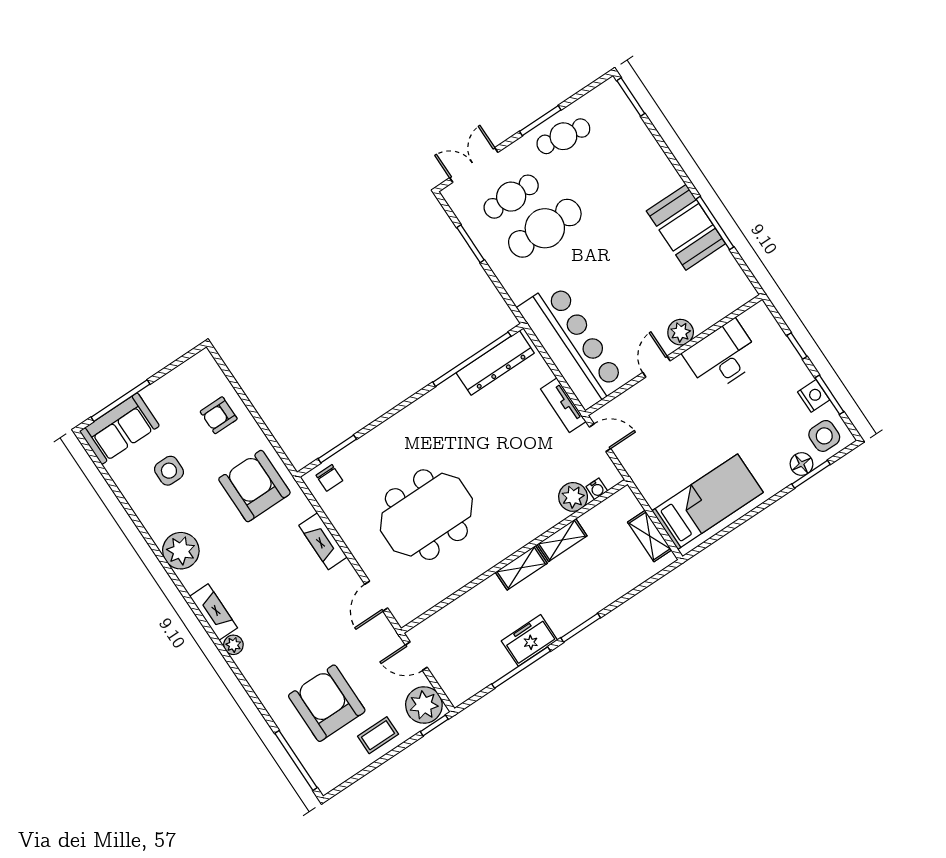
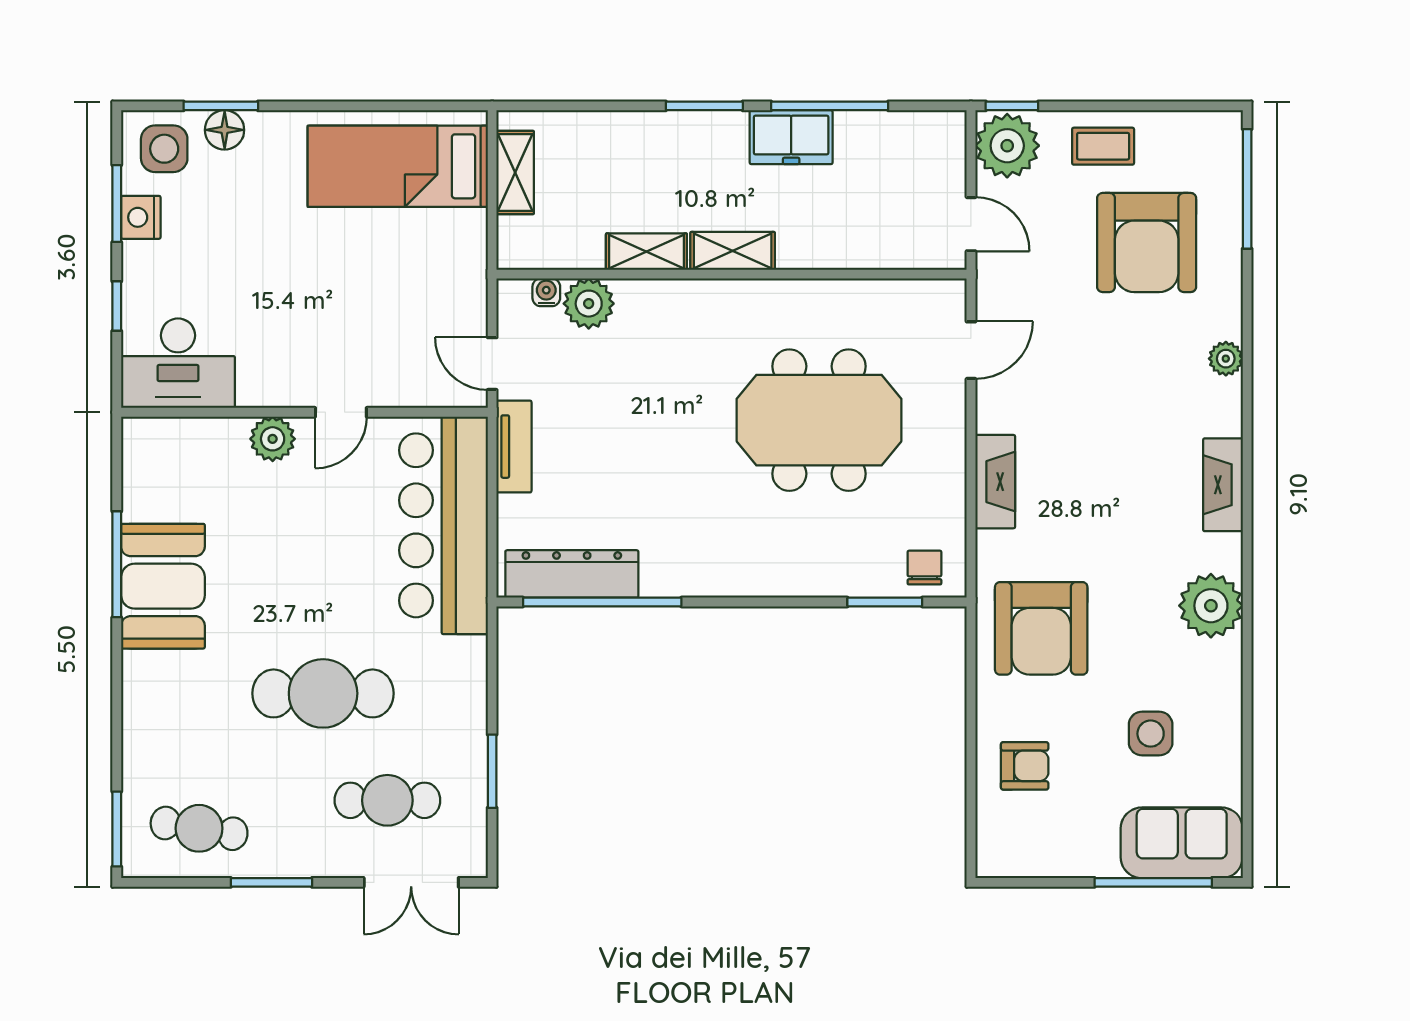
cafe table: (563, 136) -> (199, 828), moved
cafe table: (545, 228) -> (323, 693), moved
desk: (722, 356) -> (178, 363), moved
plant: (233, 645) -> (1226, 359), moved

